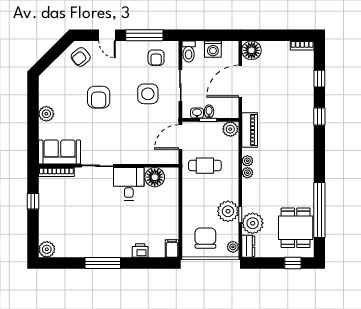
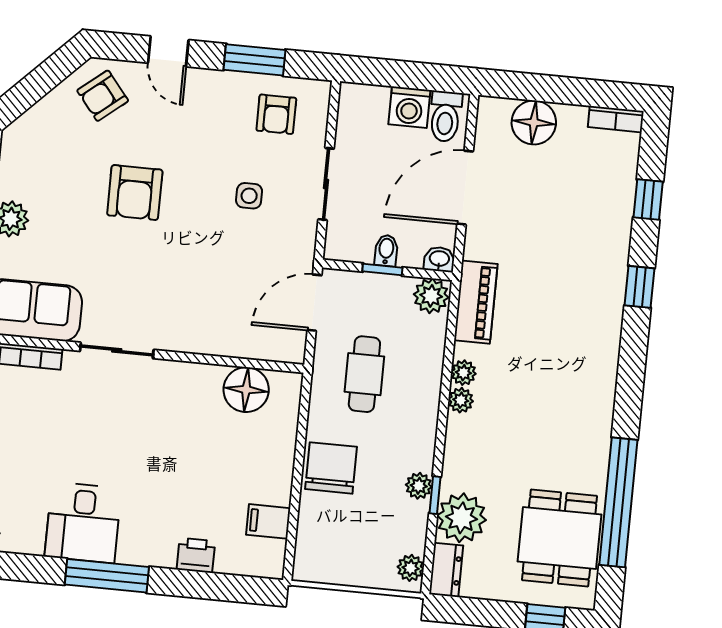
window: (144, 35) -> (254, 60), width x0.69
floor lamp: (252, 50) -> (534, 122), moved
toilet: (189, 51) -> (445, 116), moved
side table: (148, 94) -> (249, 196), width x0.54, depth x0.54
washbasin: (197, 113) -> (439, 259), moved
cafe table: (205, 166) -> (364, 374), turned 90
desk: (129, 184) -> (83, 523), moved, turned 180
plant: (228, 211) -> (419, 486), width x0.53, depth x0.53
chair: (205, 238) -> (331, 468), moved
filing cabinet: (172, 249) -> (268, 521), moved, turned -90

